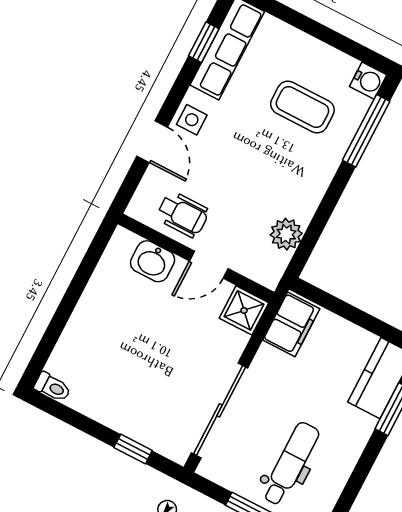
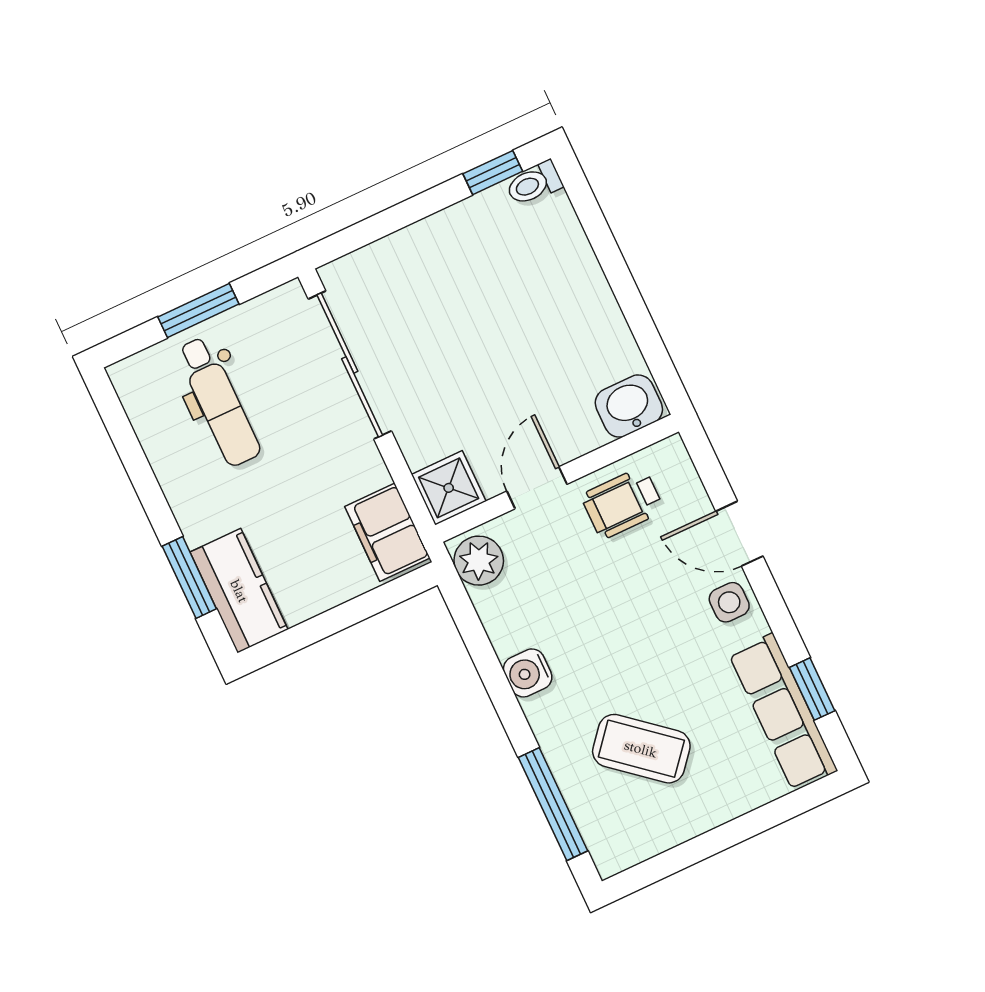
water cooler: (368, 81) -> (528, 673), moved
coffee table: (302, 107) -> (641, 749), turned 40
plant: (286, 234) -> (479, 561), moved
washbasin: (153, 261) -> (629, 406), moved
window: (133, 449) -> (493, 173), moved

